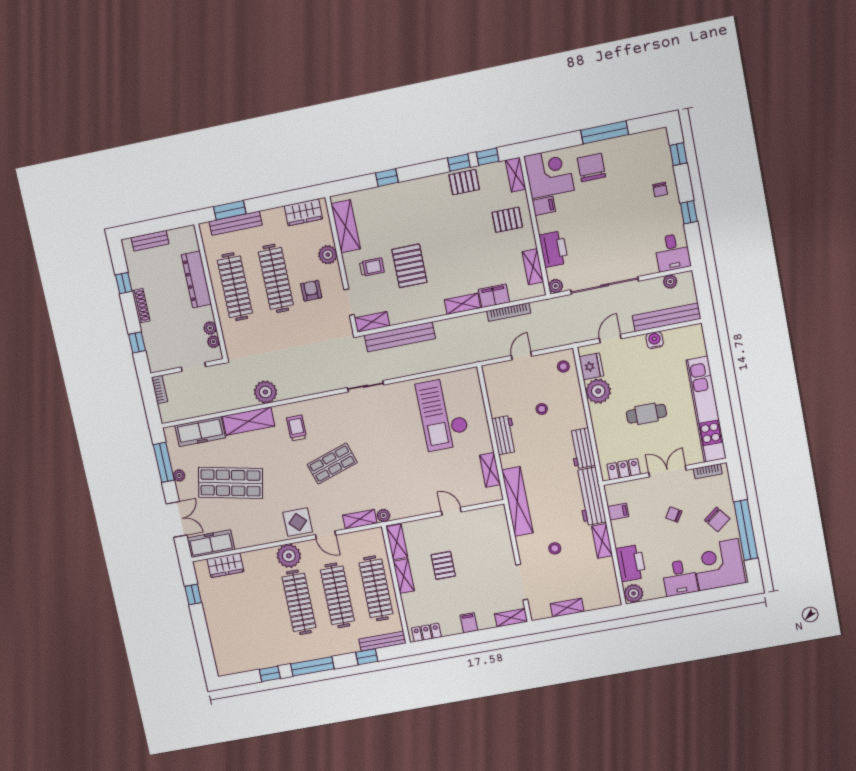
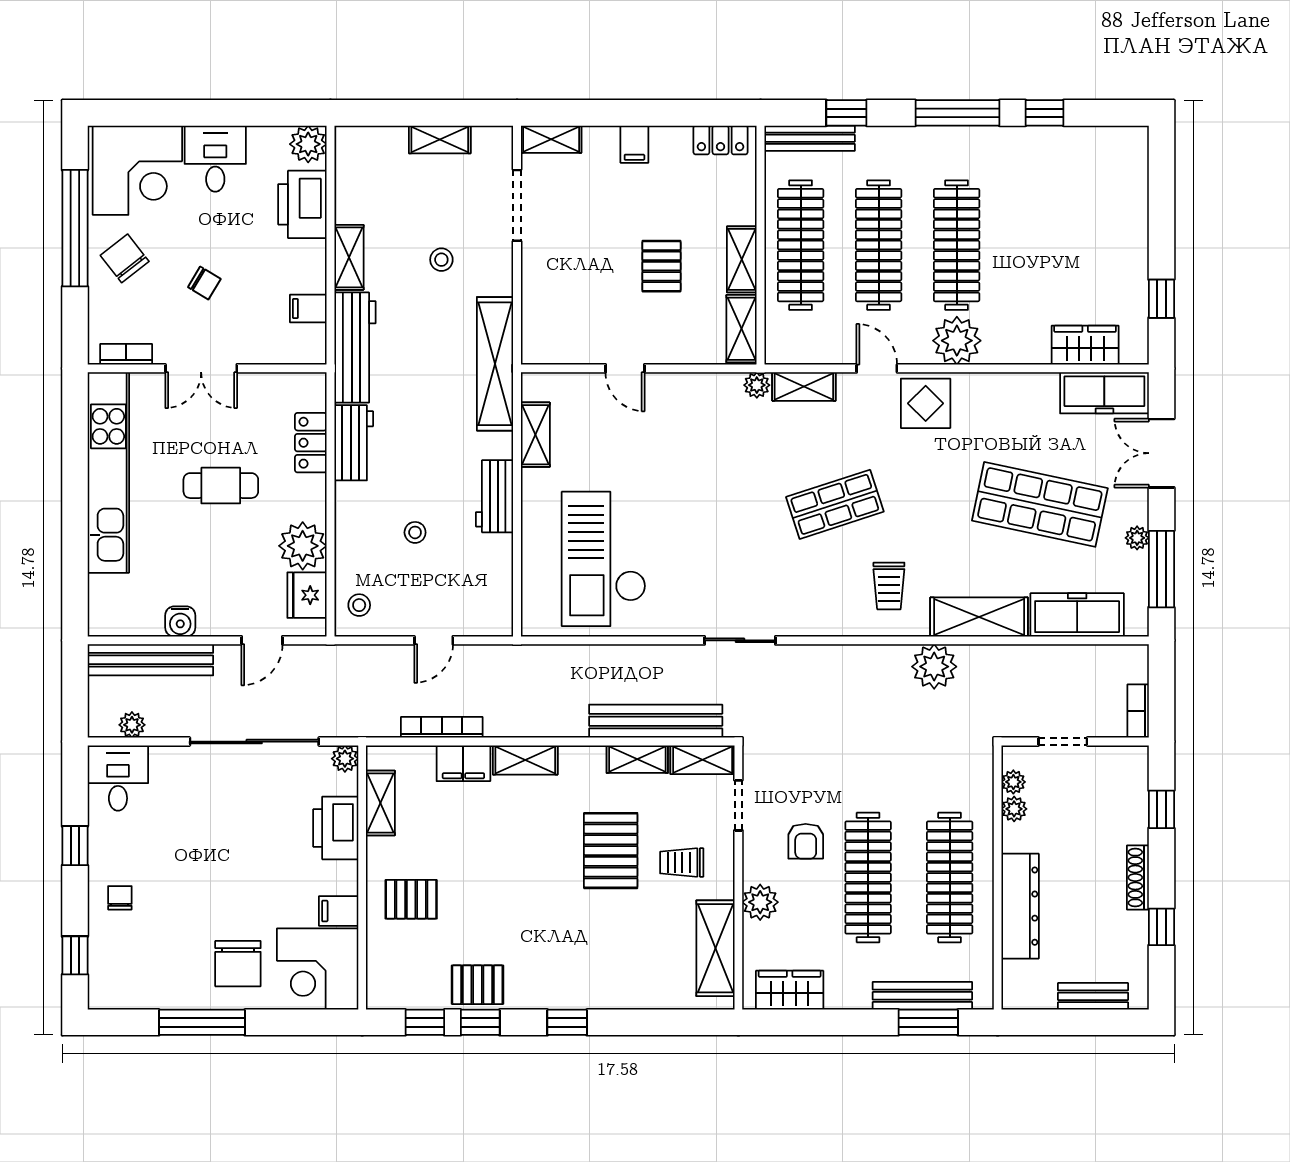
shelving: (516, 175) -> (637, 759), moved, turned 90
window: (387, 178) -> (567, 1022), moved
checkout: (443, 414) -> (604, 559), turned 180
locker: (624, 469) -> (311, 443), moved, turned 90

